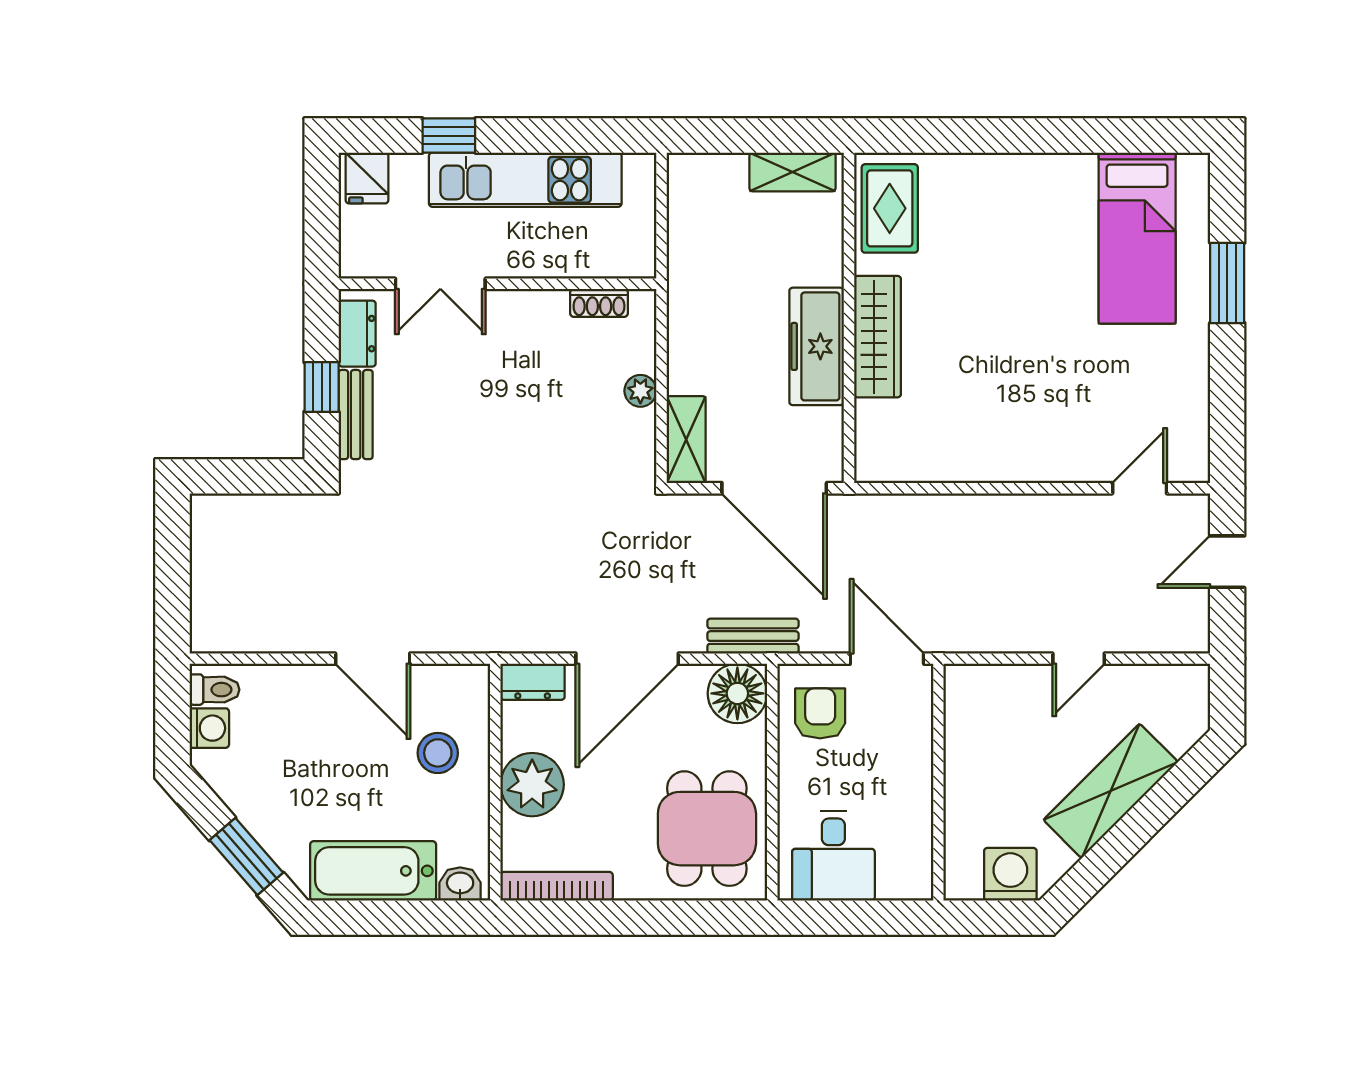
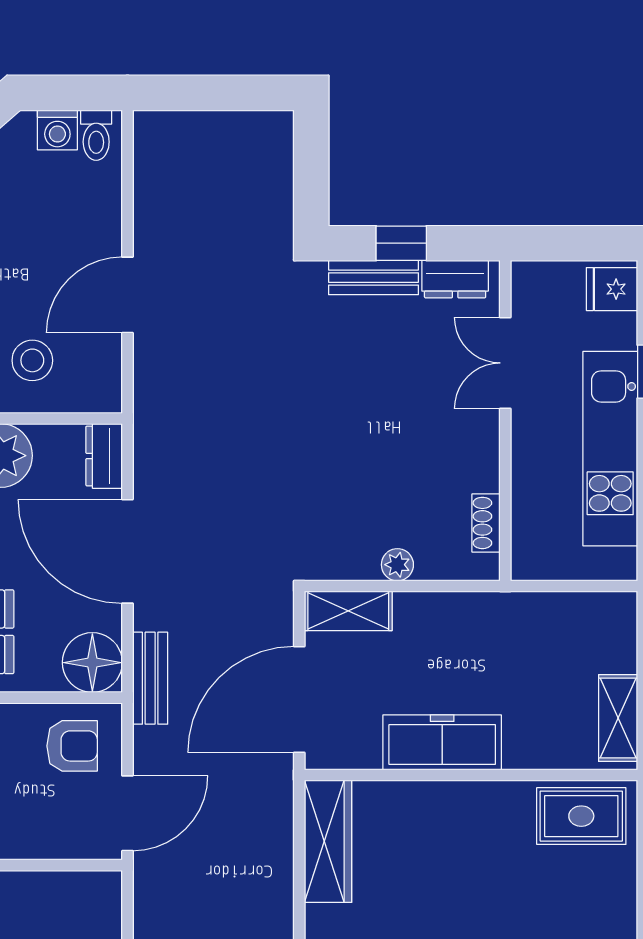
wardrobe: (877, 337) -> (328, 841), moved, turned -90

